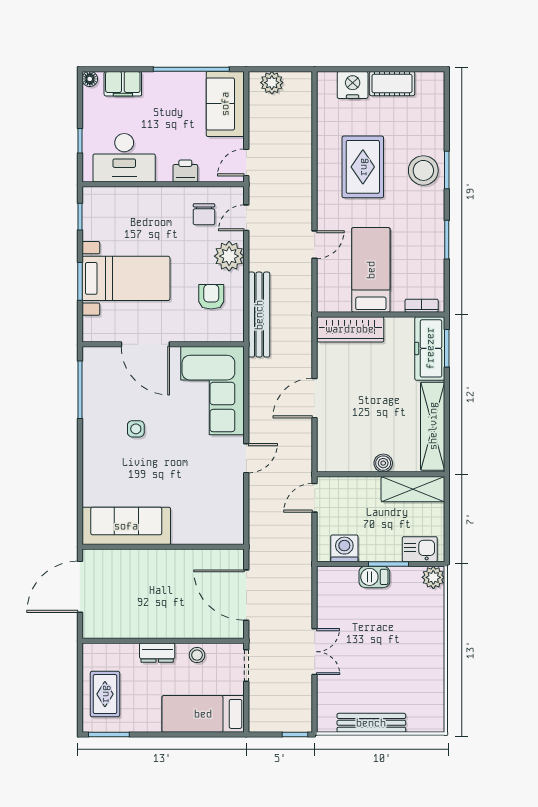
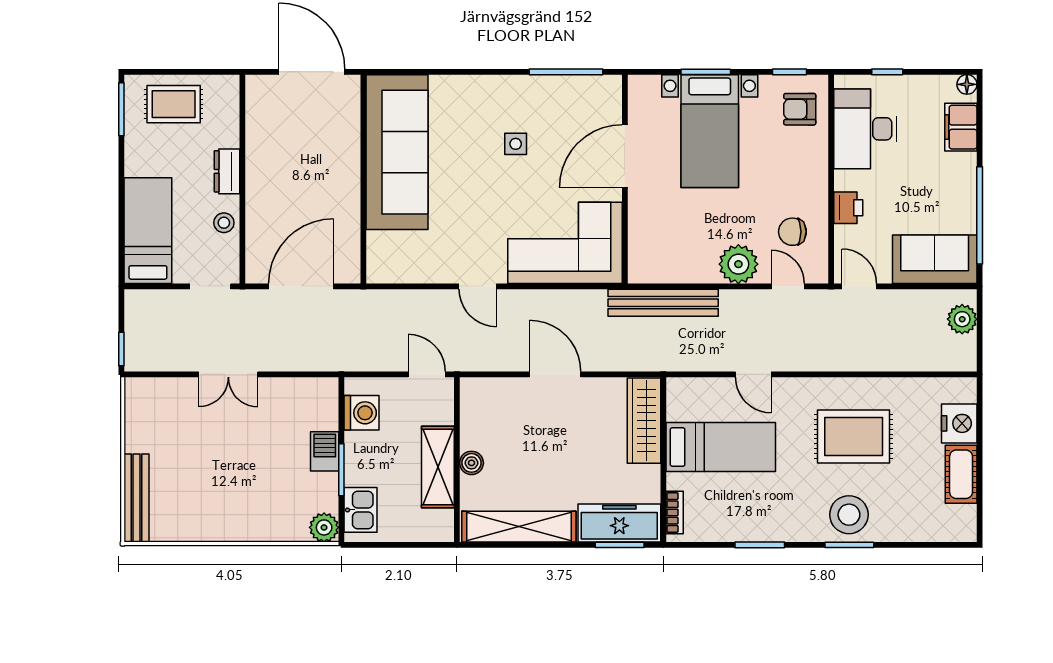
armchair: (211, 297) -> (800, 109), moved, turned 180
shelving: (413, 489) -> (438, 467), moved
sofa: (126, 526) -> (397, 152), width x1.36, depth x1.27
bench: (371, 723) -> (136, 498), moved

